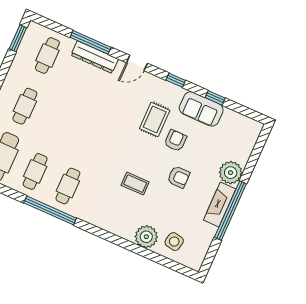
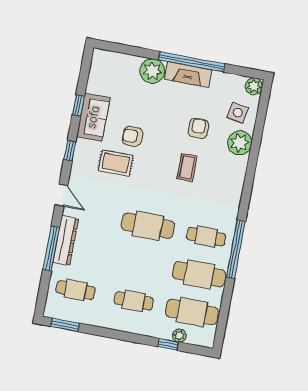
cafe table: (90, 135) -> (148, 226), added
cafe table: (35, 171) -> (199, 274), width x1.37, depth x1.35
armchair: (179, 177) -> (198, 129), moved
plant: (195, 262) -> (254, 86), added

